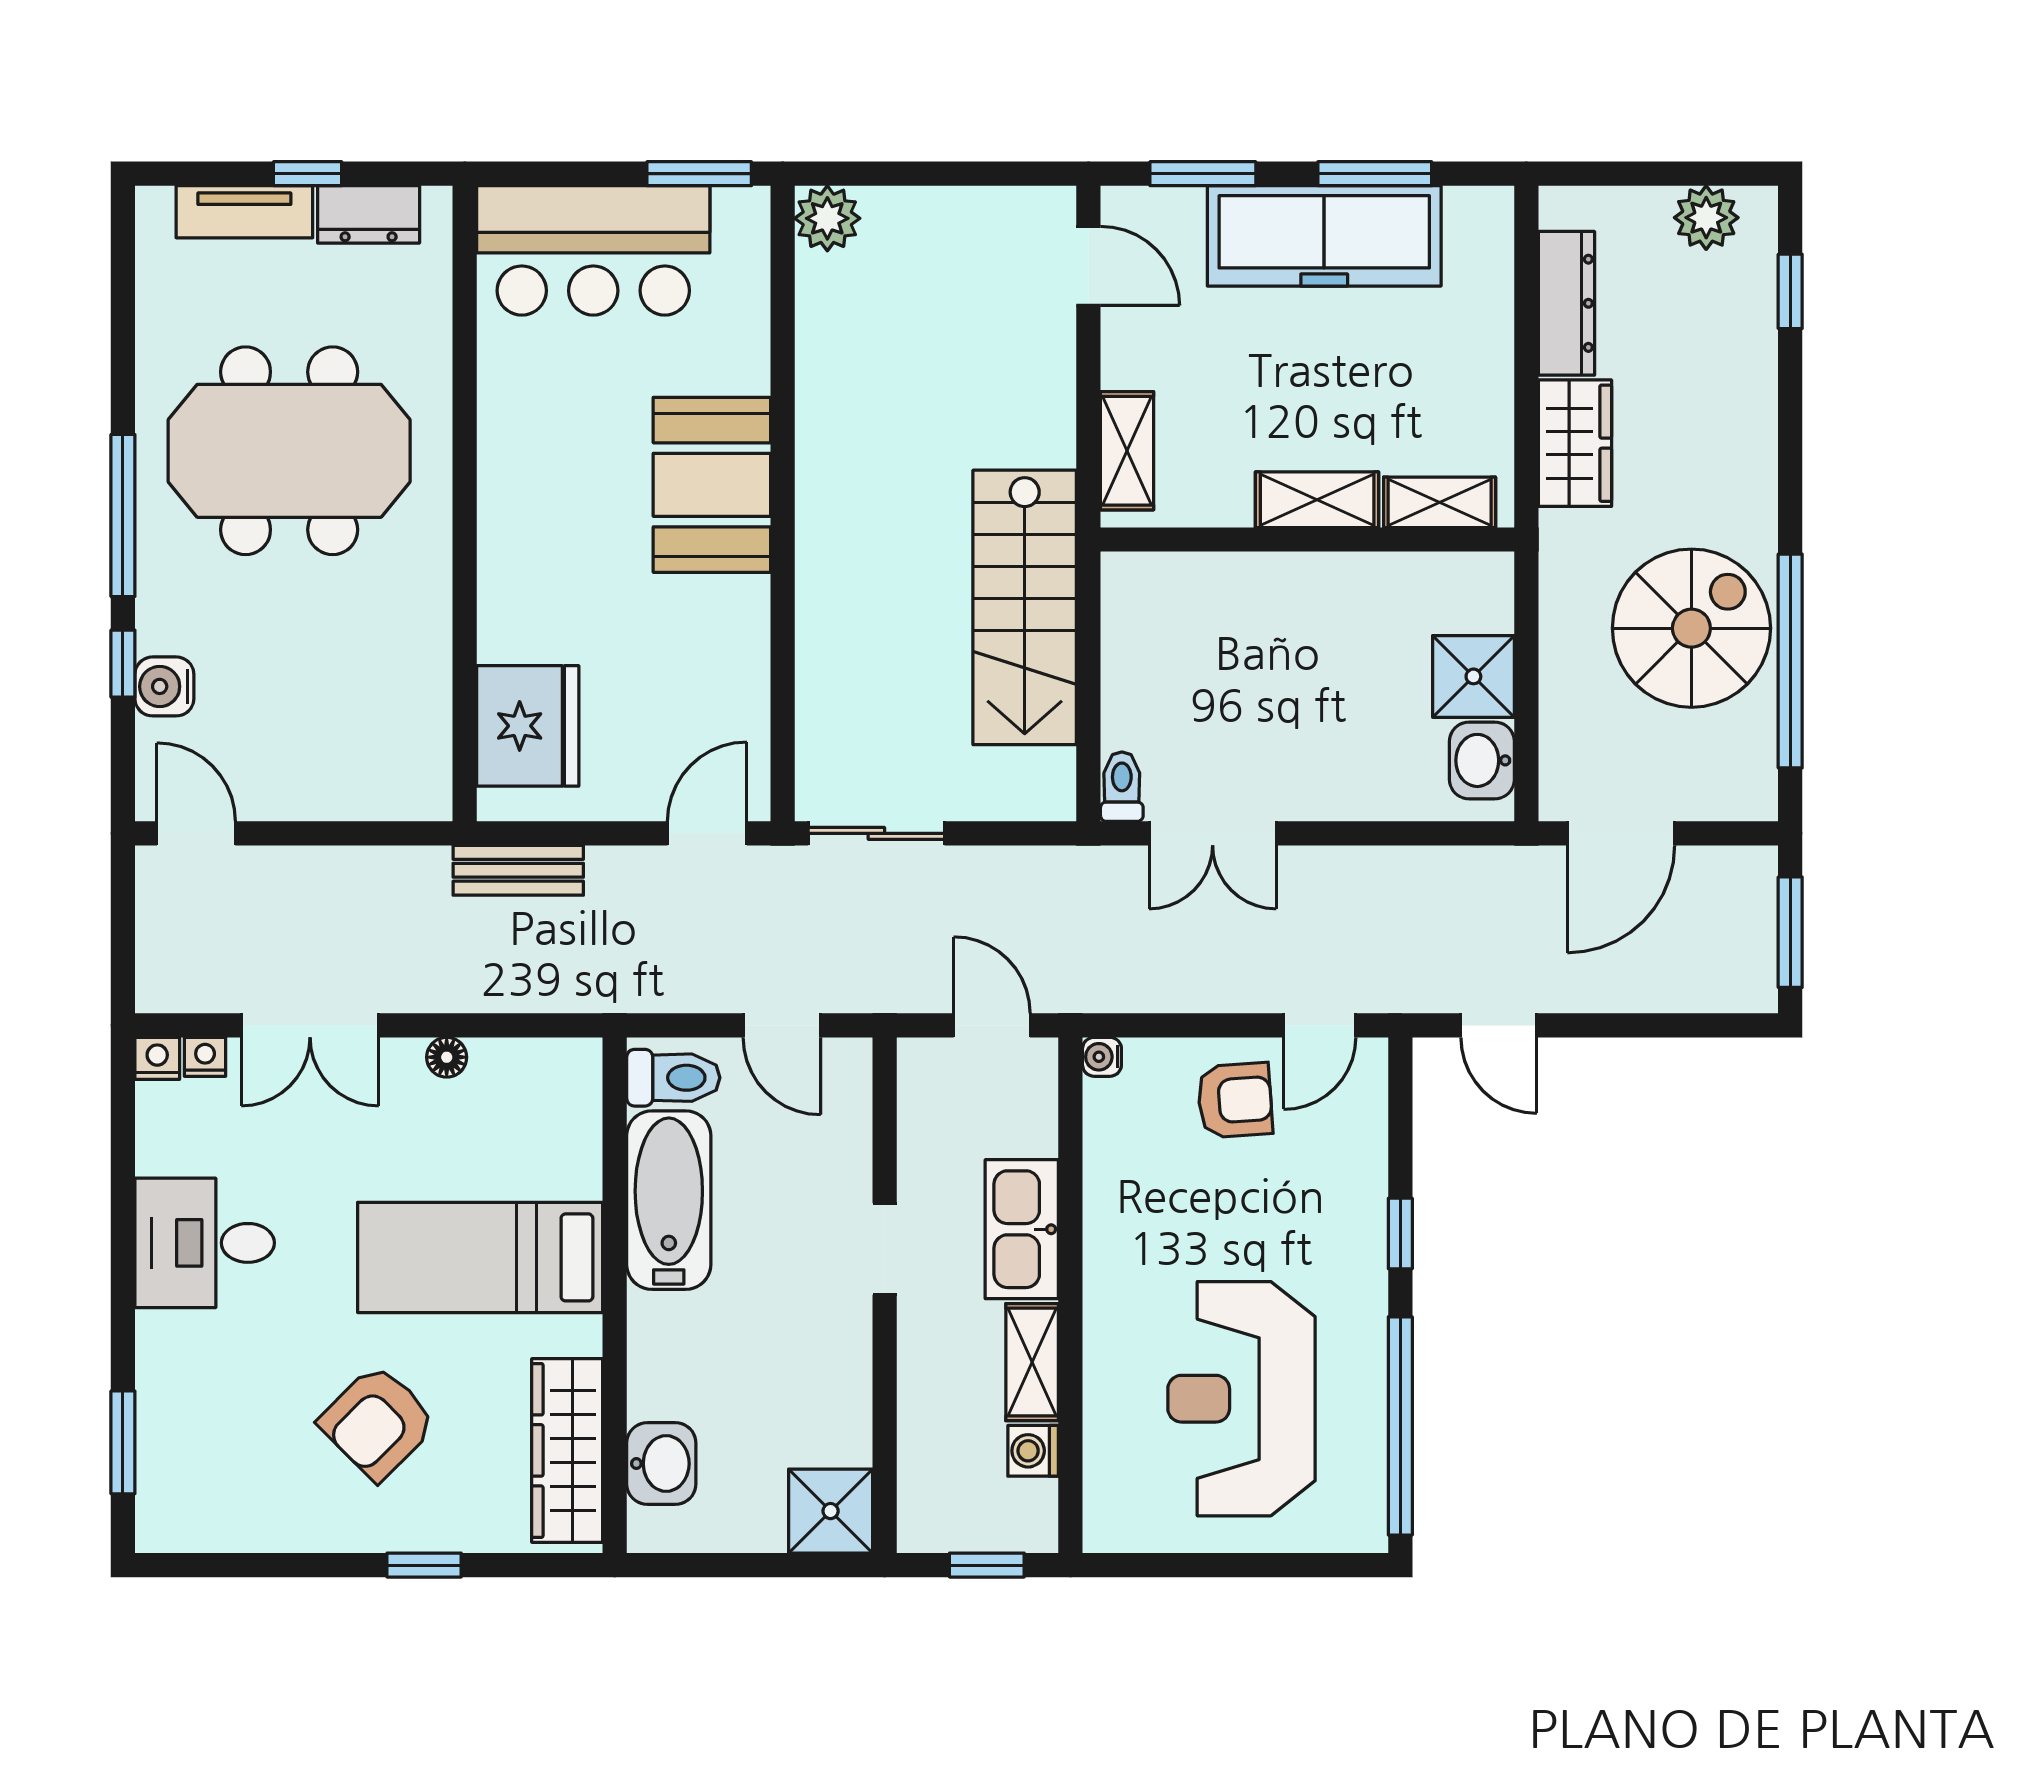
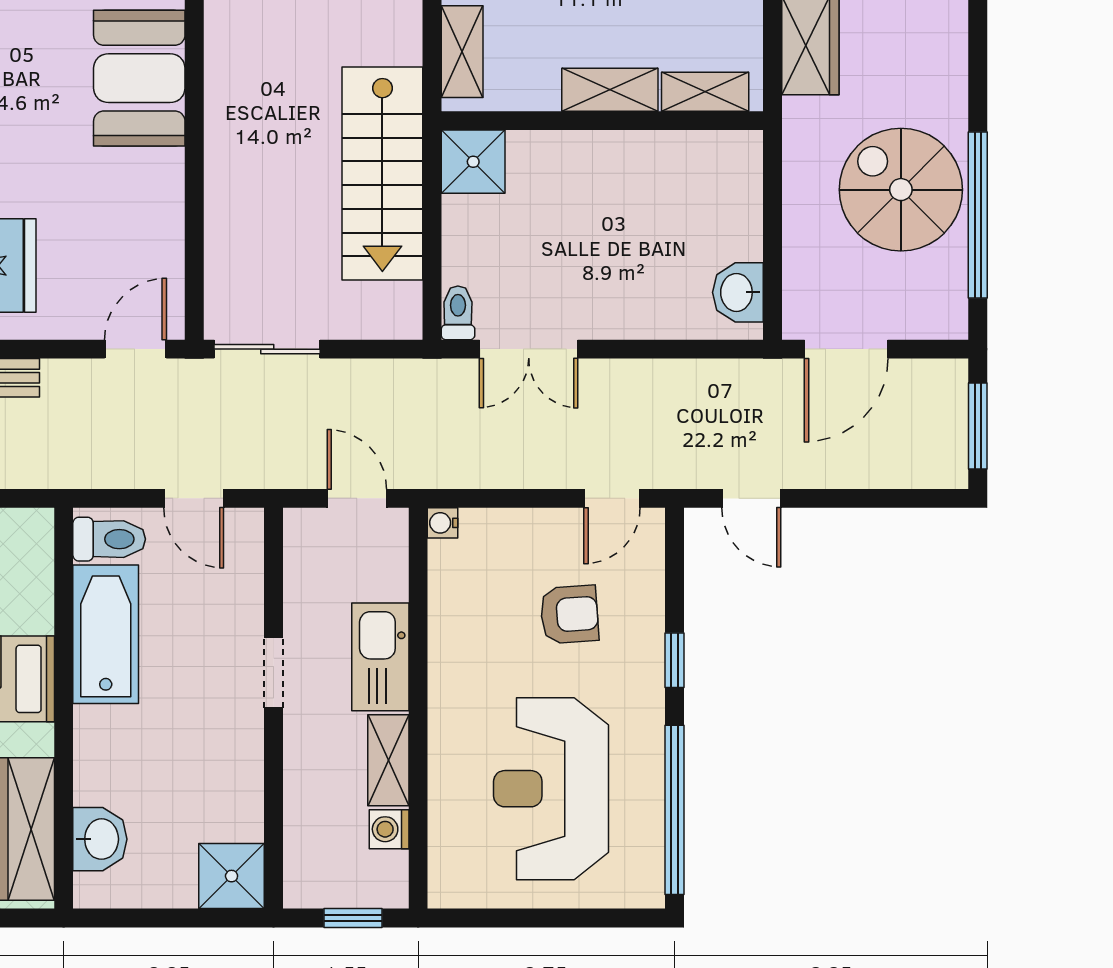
spiral stairs: (1691, 628) -> (901, 190), turned -90
shower: (1473, 676) -> (473, 162), moved
armchair: (1235, 1100) -> (569, 614), moved

